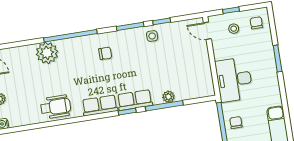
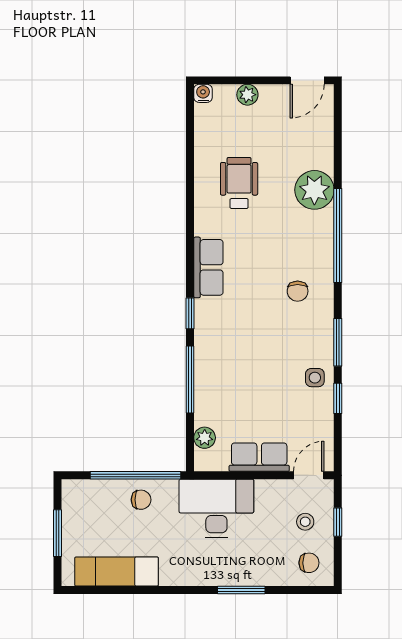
plant: (168, 97) -> (205, 438), moved
row of seats: (135, 100) -> (259, 457), moved, turned -90
wheelchair: (56, 107) -> (239, 183), moved, turned 180

